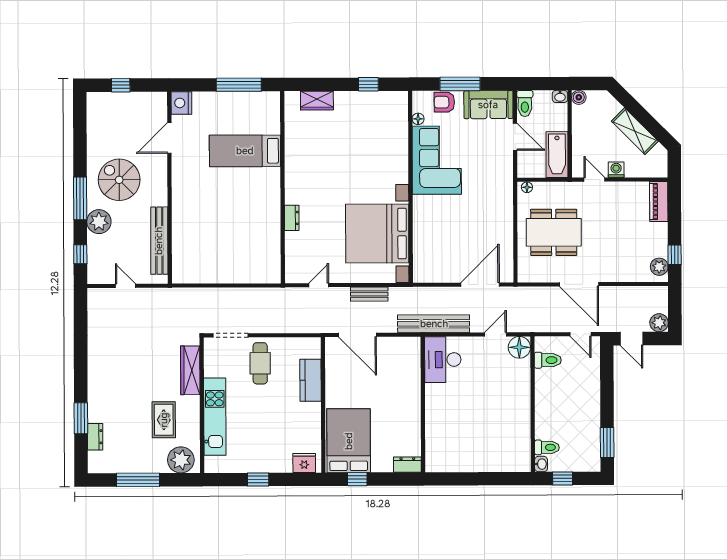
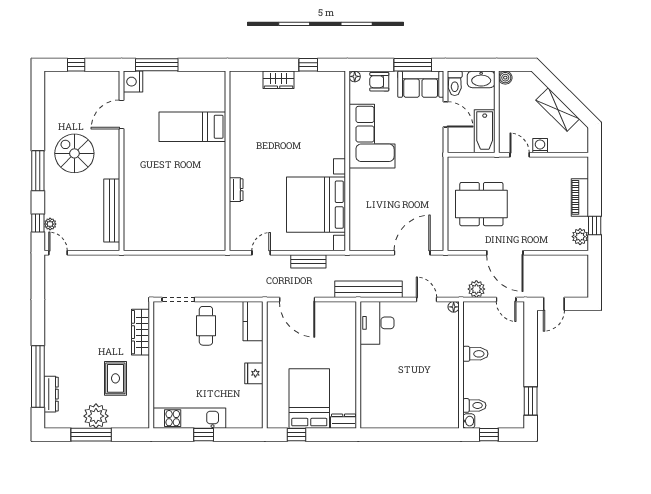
window: (460, 84) -> (413, 65), moved
window: (239, 85) -> (157, 65), moved
washbasin: (560, 96) -> (481, 79), width x1.91, depth x1.45
wardrobe: (317, 101) -> (279, 80), moved
floor lamp: (418, 119) -> (355, 76), moved
floor lamp: (527, 187) -> (456, 162), removed
piano: (659, 201) -> (580, 197), moved
plant: (99, 222) -> (50, 224), moved, width x0.53, depth x0.53
door: (126, 286) -> (58, 253), moved
plant: (659, 323) -> (476, 289), moved
door: (496, 334) -> (427, 299), hinge flipped
door: (631, 339) -> (554, 304), hinge flipped
floor lamp: (519, 347) -> (454, 307), width x0.53, depth x0.53
toilet: (548, 360) -> (475, 354), moved
kitchen counter: (311, 380) -> (253, 321), moved
kitchen unit: (215, 417) -> (189, 418), moved, turned -90
window: (81, 418) -> (38, 377), width x2.11
dresser: (95, 437) -> (51, 394), width x1.44
bed: (349, 441) -> (309, 398), moved
plant: (181, 460) -> (96, 416), moved
fridge: (304, 463) -> (254, 373), moved, turned -90

